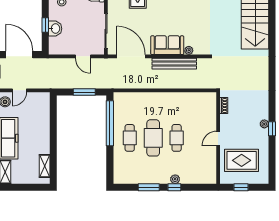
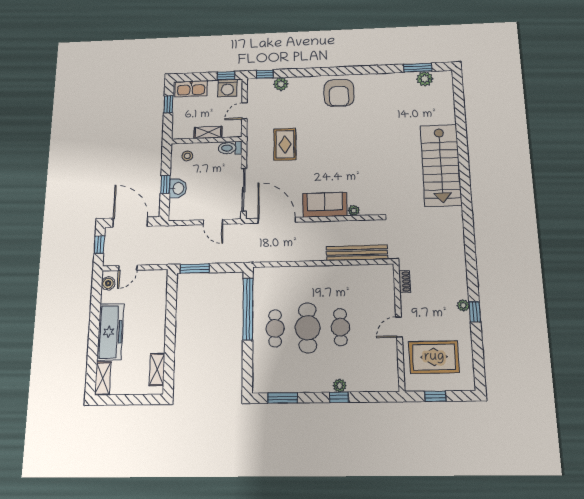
bench: (174, 64) -> (357, 253), moved
window: (84, 92) -> (195, 268), moved
window: (149, 187) -> (283, 398), moved

